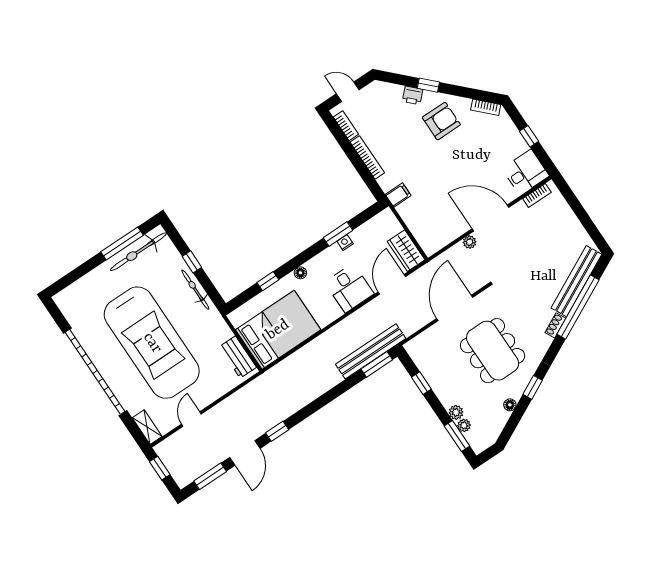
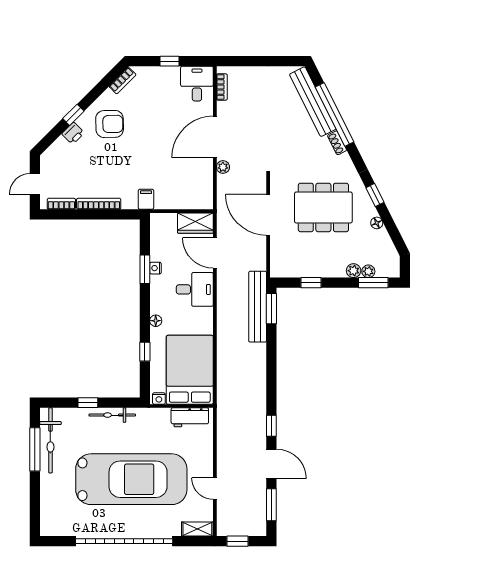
armchair: (441, 121) -> (110, 124), turned 89
nightstand: (236, 320) -> (159, 399), added

